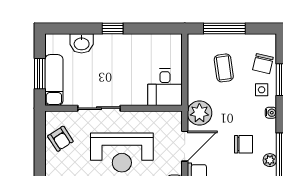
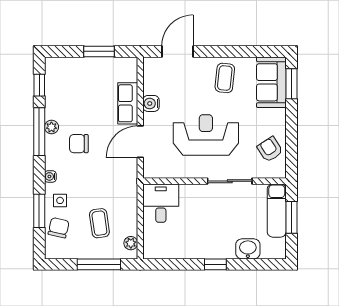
plant: (199, 113) -> (131, 243), moved, width x0.53, depth x0.53

